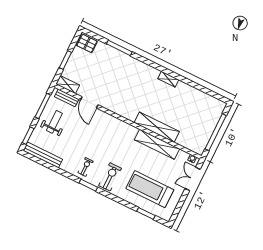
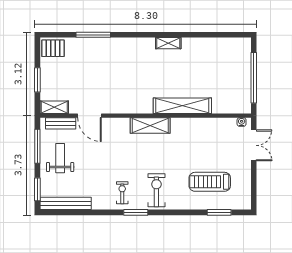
shelving: (157, 144) -> (150, 125), moved, width x0.68
double door: (193, 179) -> (254, 145), swing flipped
treadmill: (150, 189) -> (210, 182), width x0.73, depth x0.73

